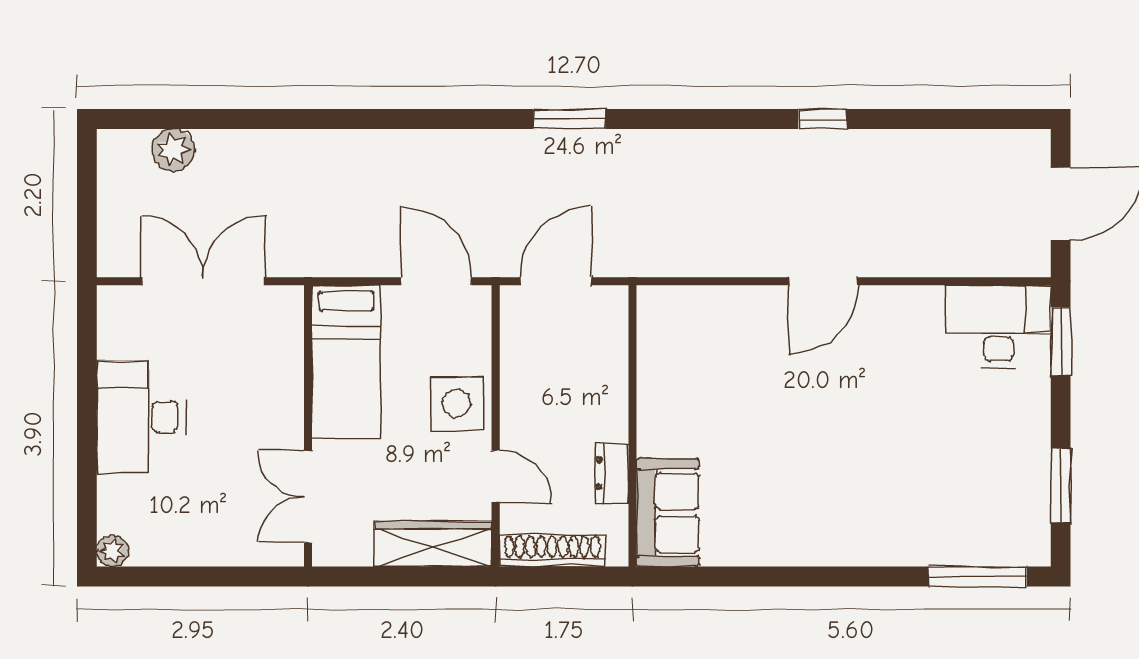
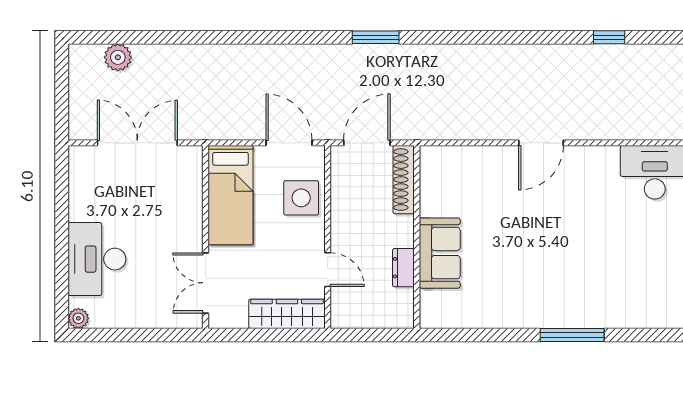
window: (823, 119) -> (609, 37), moved
side table: (457, 403) -> (301, 198), moved
desk: (141, 417) -> (97, 259), moved
sofa: (668, 513) -> (440, 253), moved
shoe rack: (552, 551) -> (404, 180), moved, turned -90
window: (978, 577) -> (572, 335), moved

